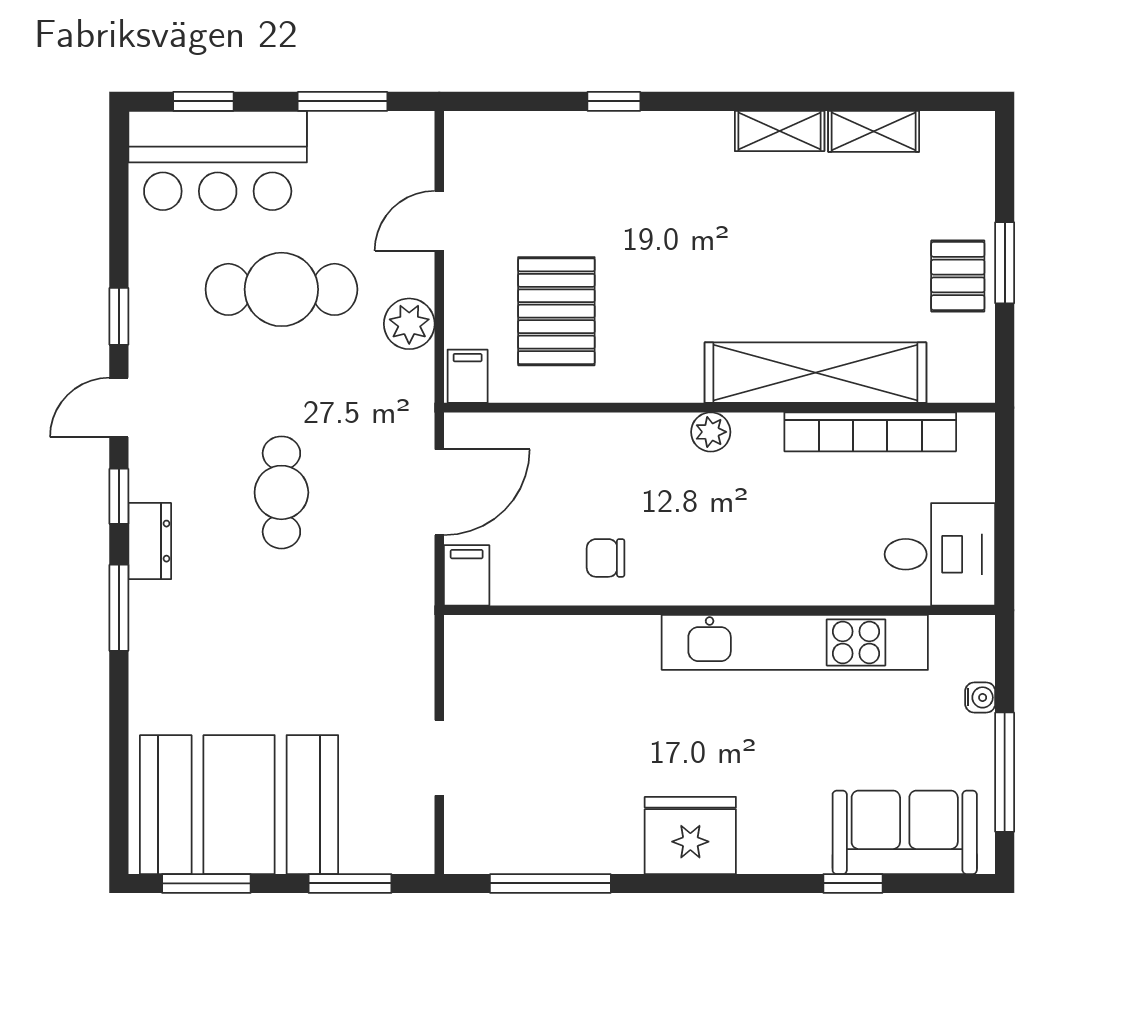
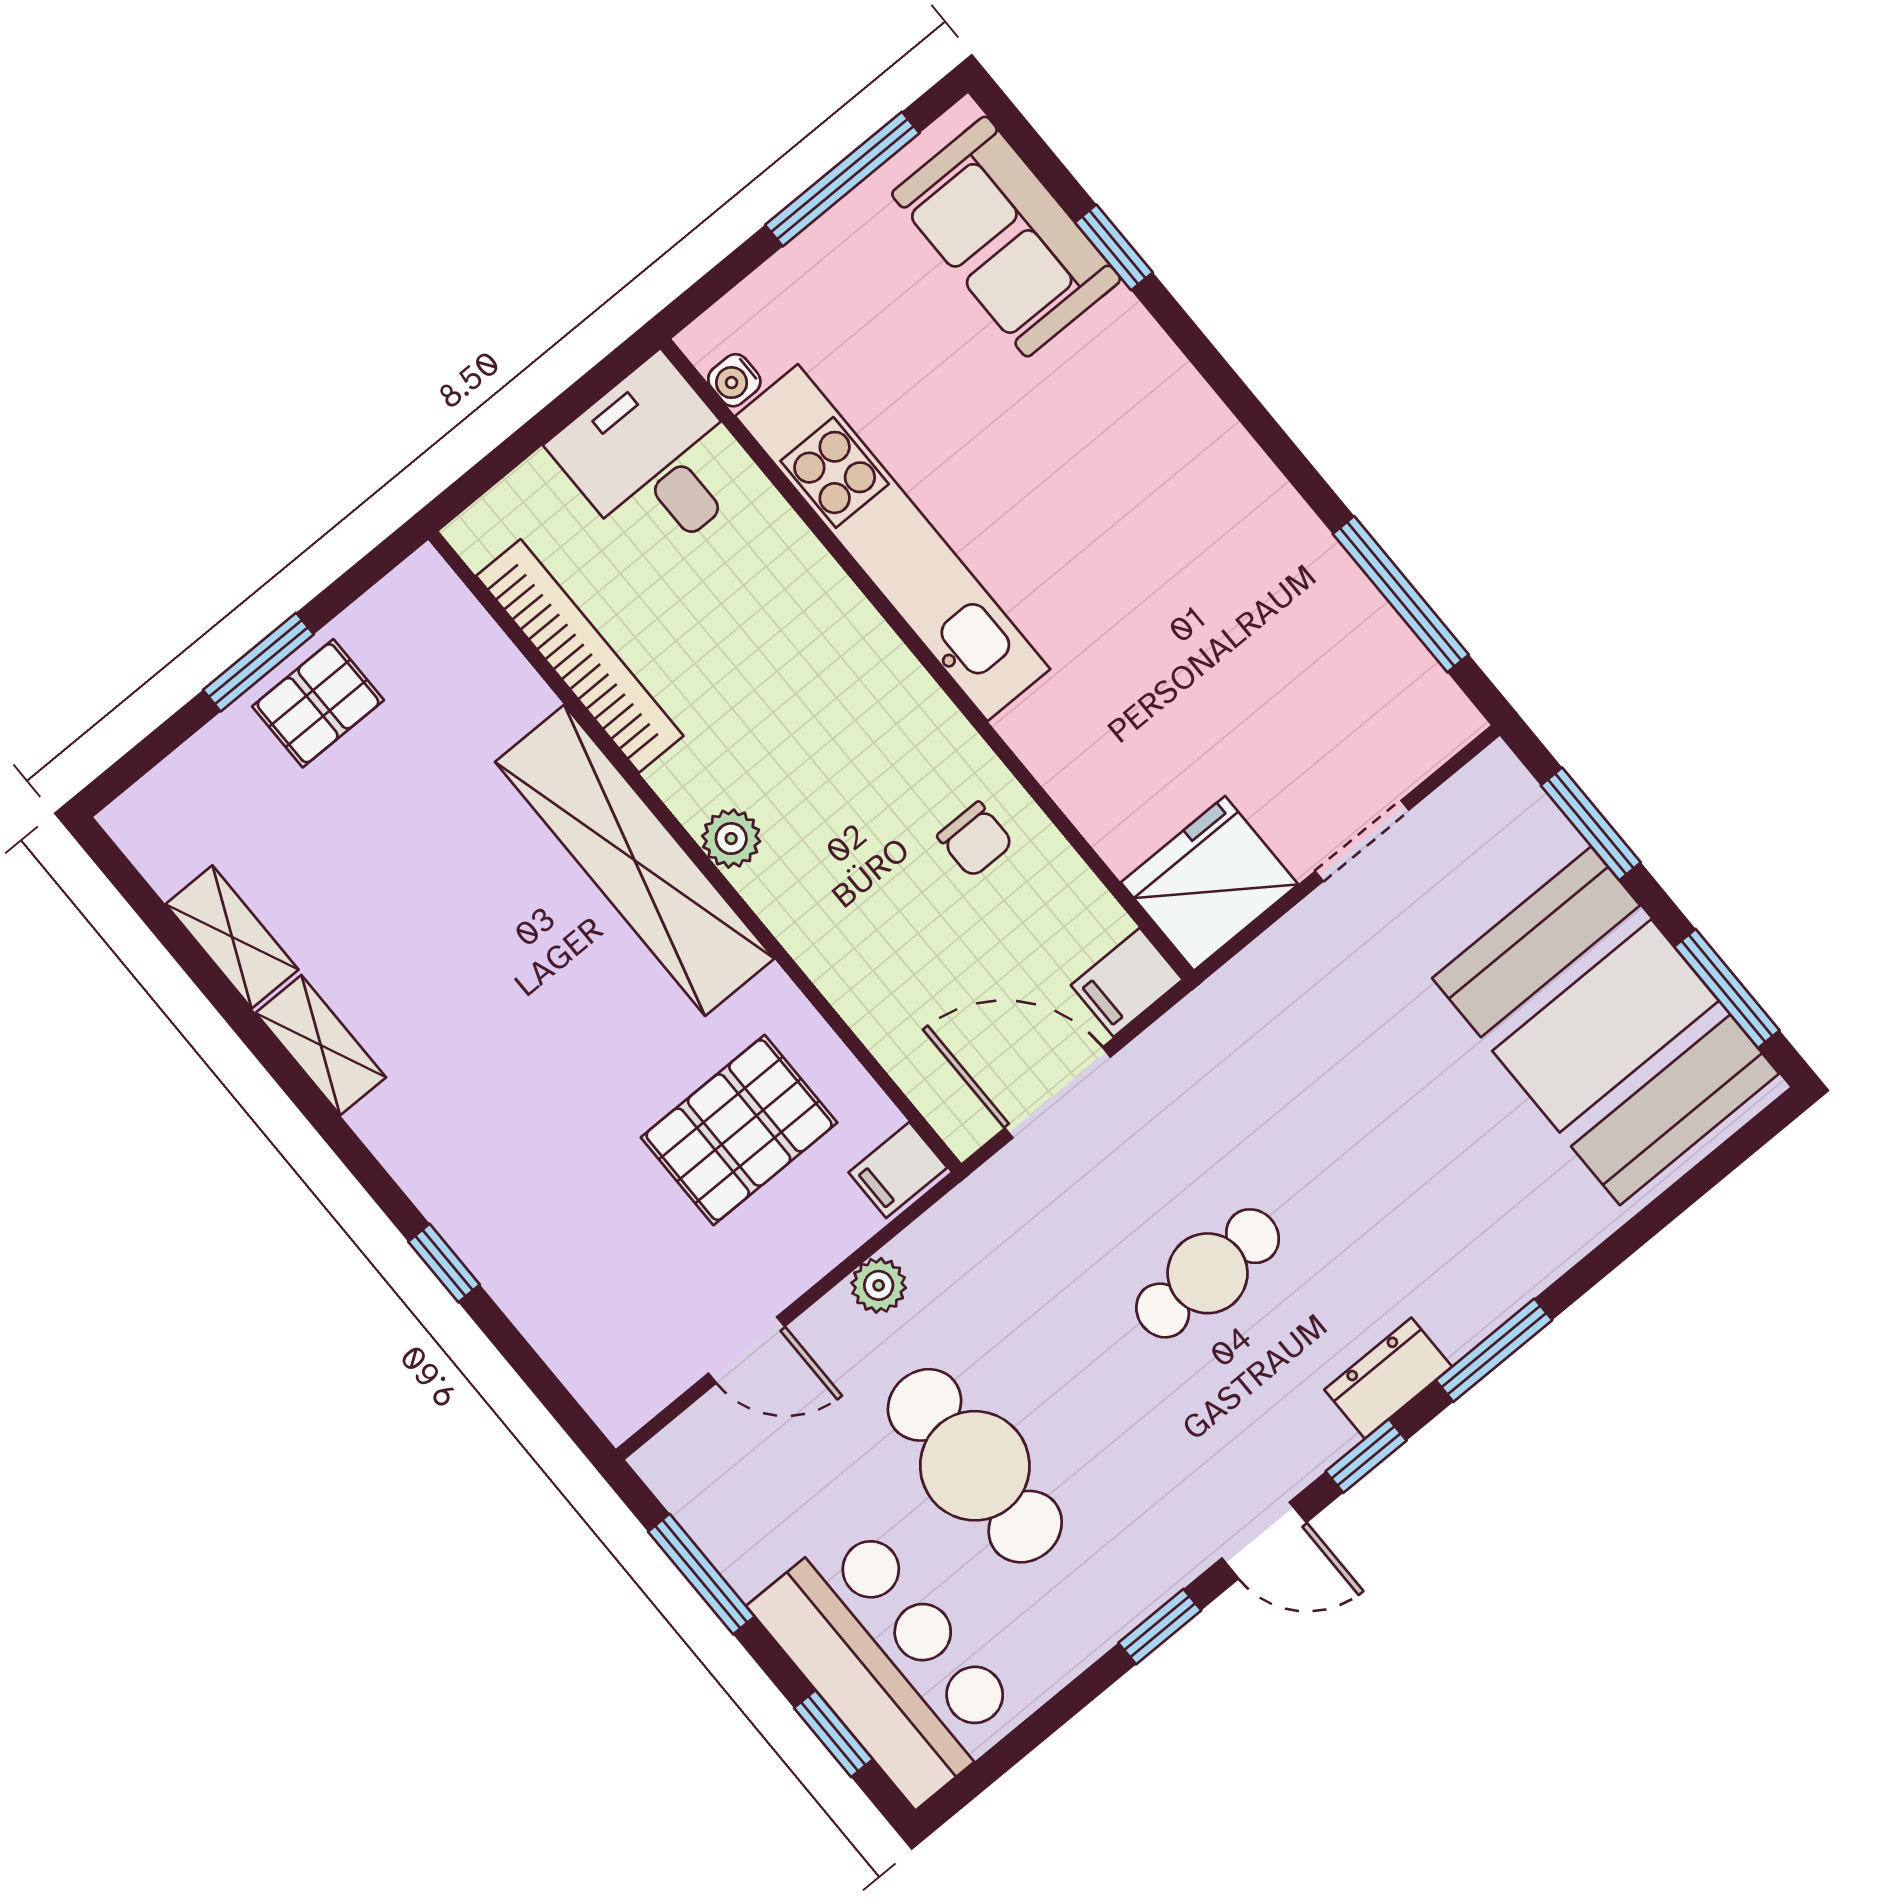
plant: (409, 324) -> (879, 1285), width x0.73, depth x0.73
shelving: (815, 373) -> (635, 860), moved
water cooler: (980, 697) -> (734, 380), moved, turned -90
fridge: (690, 835) -> (1209, 883), moved, turned 90

